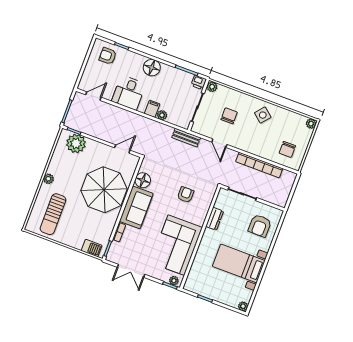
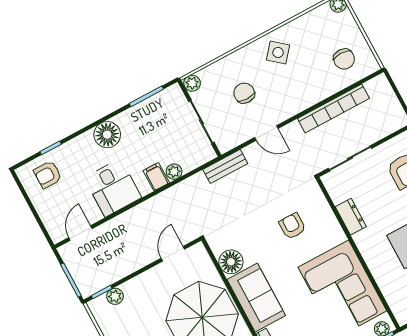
printer: (199, 82) -> (173, 94), removed
plant: (76, 143) -> (115, 296), width x0.53, depth x0.53

